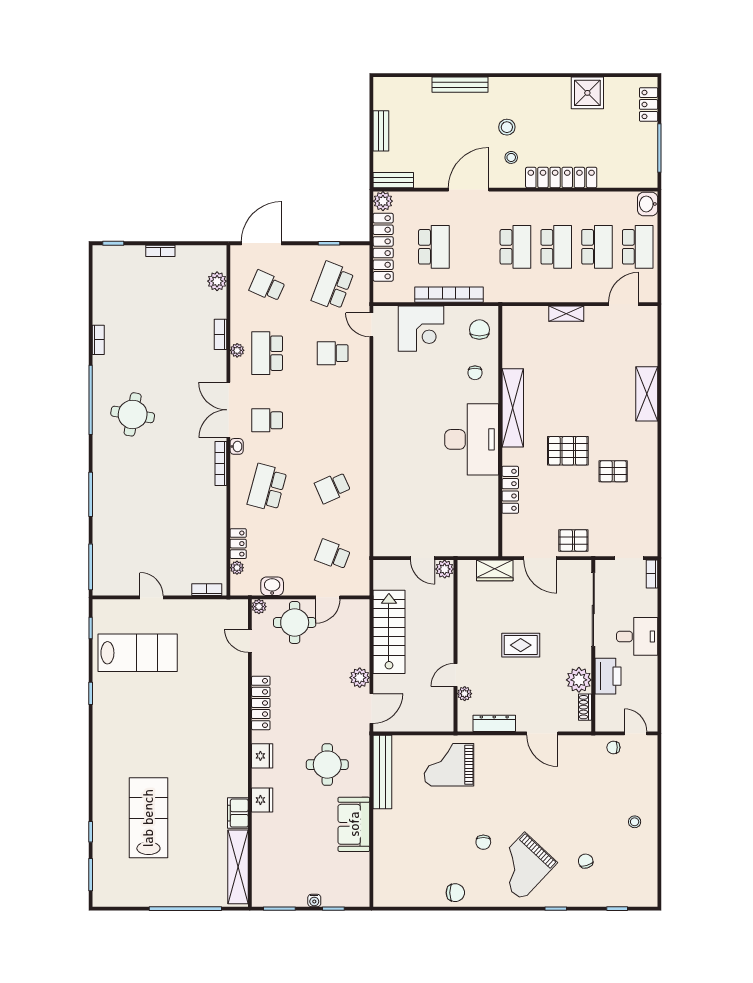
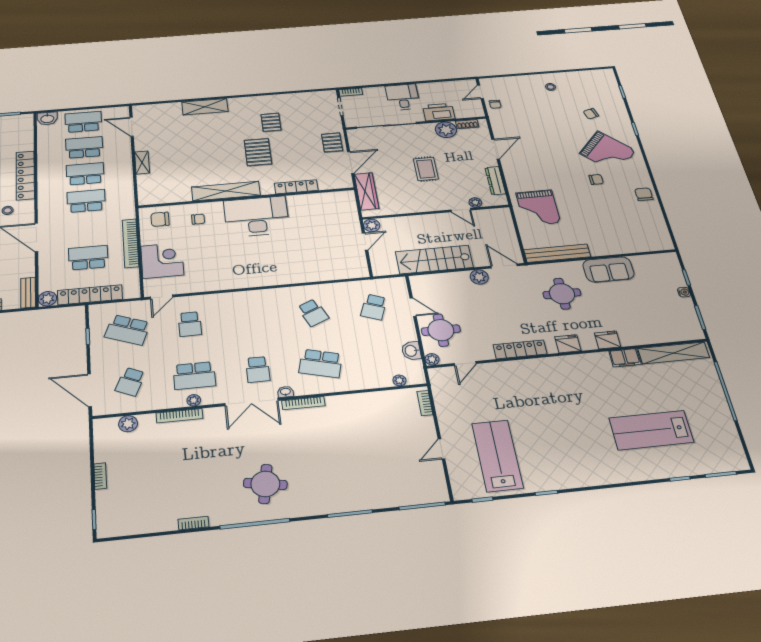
bookcase: (220, 334) -> (179, 416), width x1.56
locker: (238, 544) -> (377, 382), removed
wardrobe: (495, 570) -> (366, 191), width x1.50

